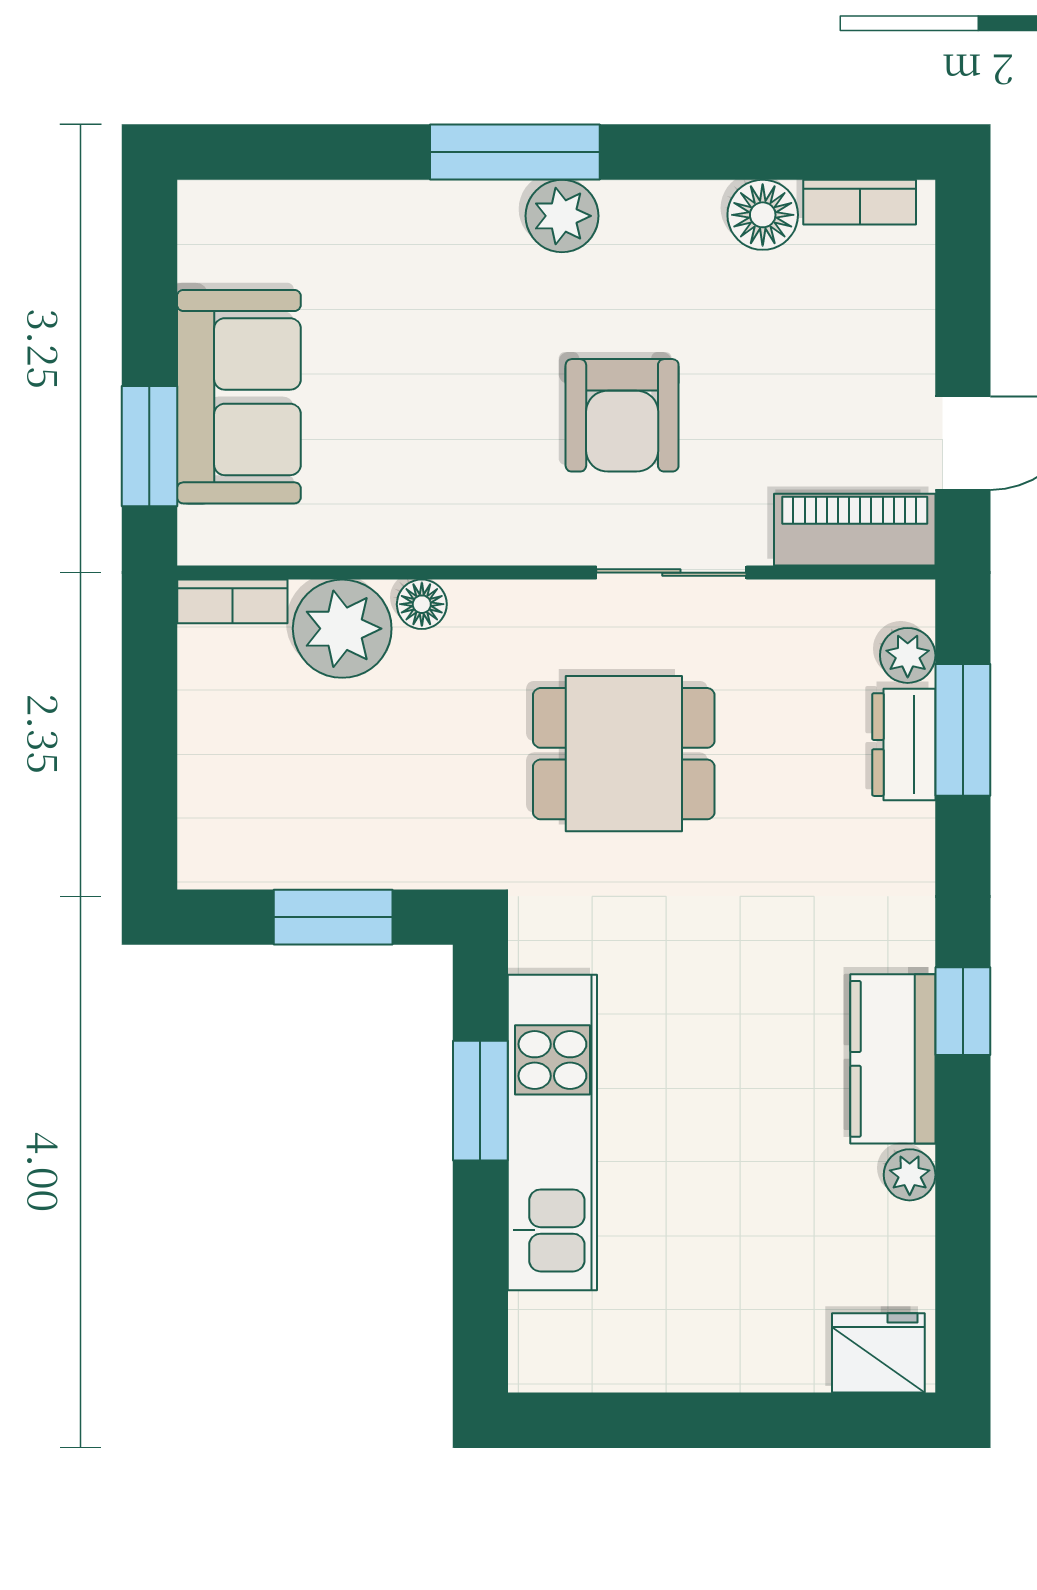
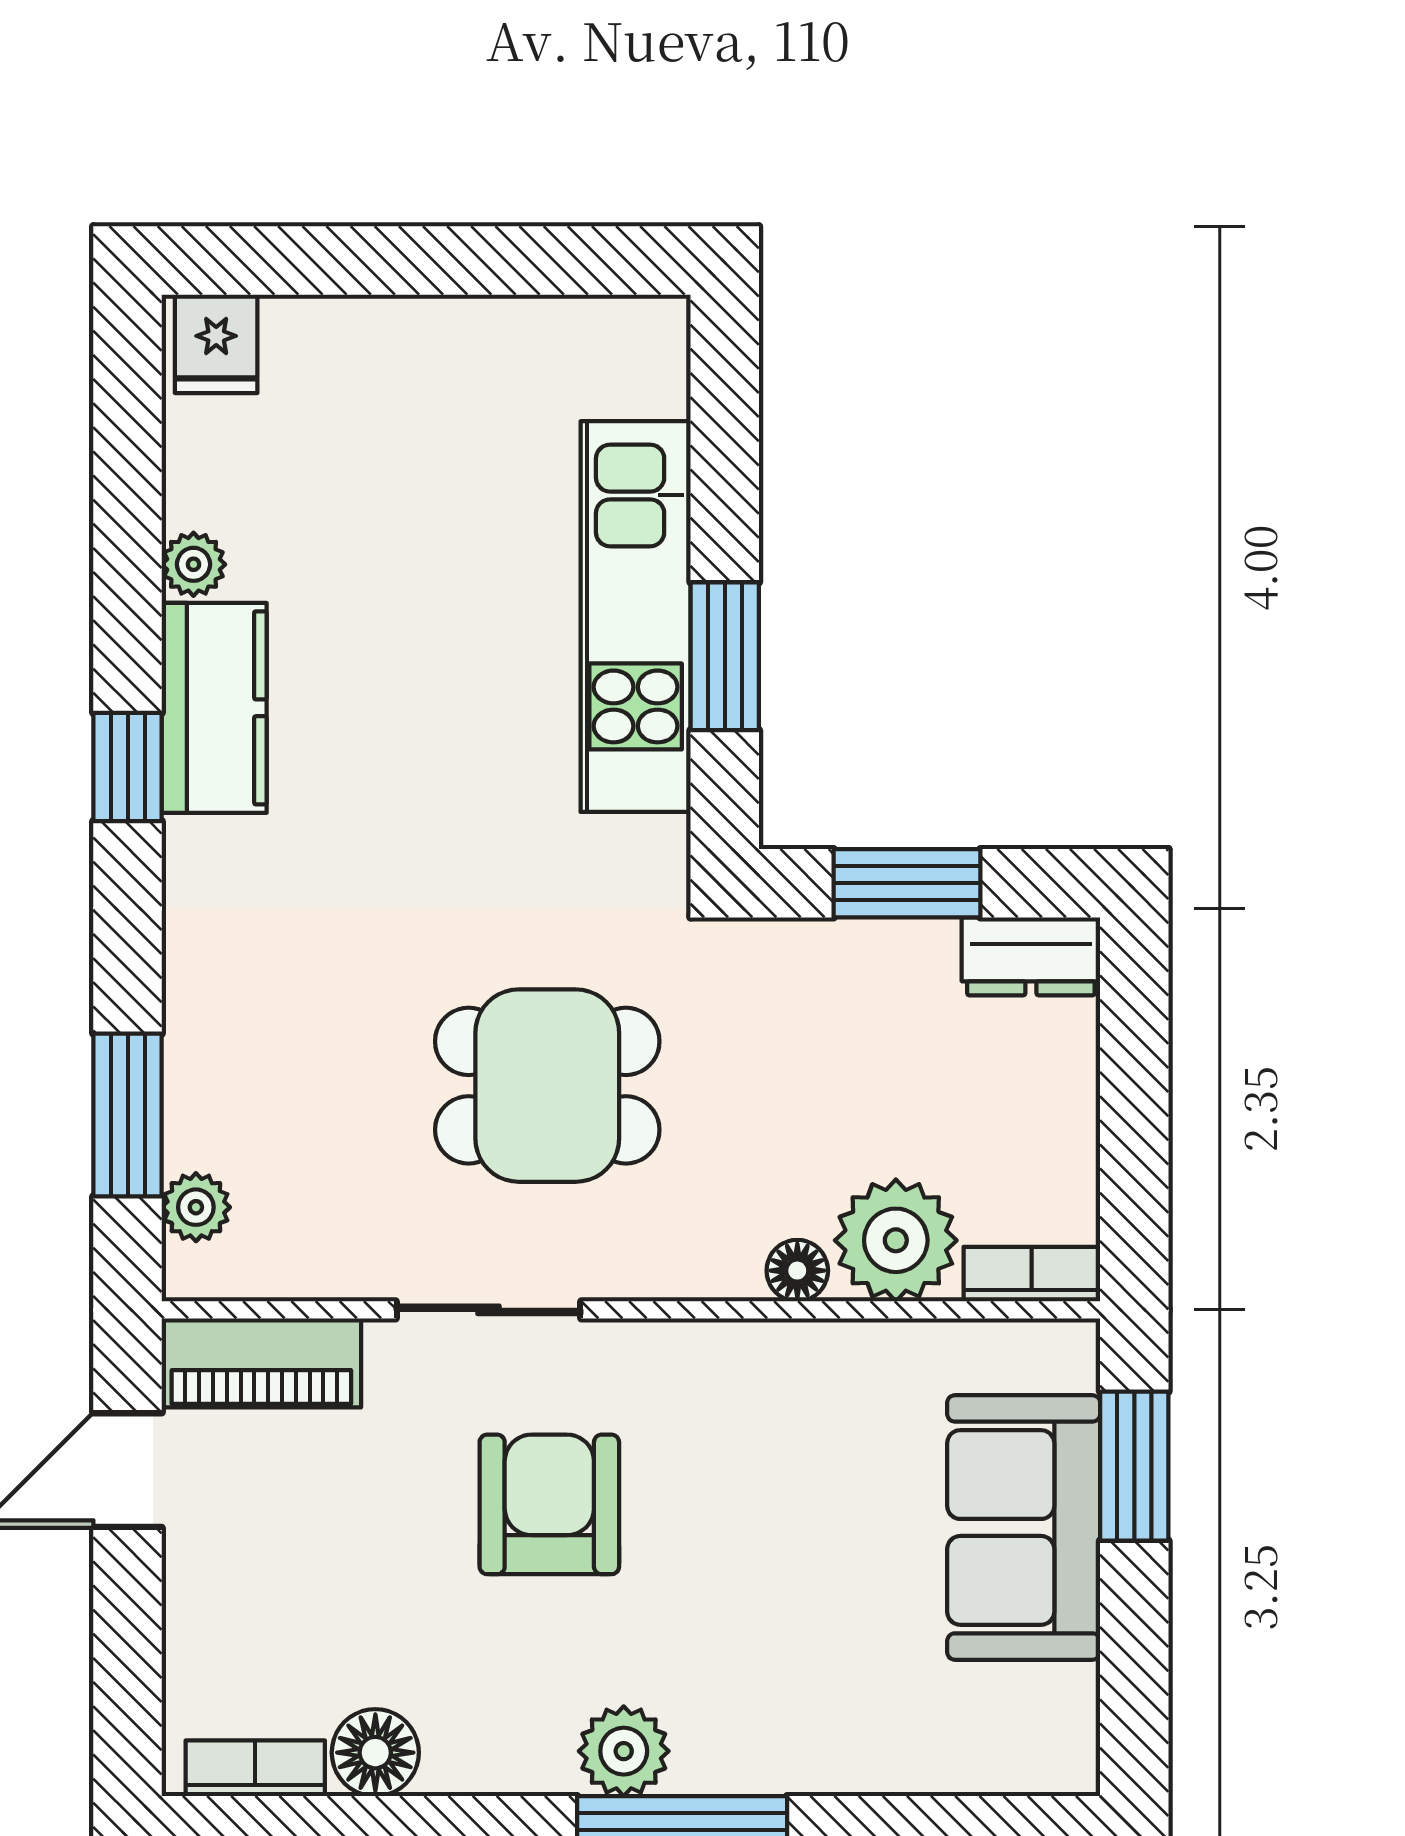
dresser: (904, 745) -> (1031, 956), moved, turned 90
fridge: (878, 1353) -> (216, 344), width x0.72

